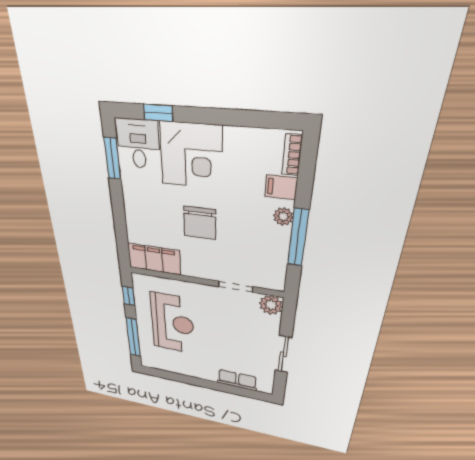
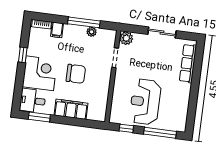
window: (158, 113) -> (23, 55), moved
plant: (283, 216) -> (92, 32), moved
filing cabinet: (154, 259) -> (71, 109), moved, turned 90
reception desk: (172, 323) -> (145, 102), turned -90
row of seats: (237, 380) -> (188, 63), width x1.48

